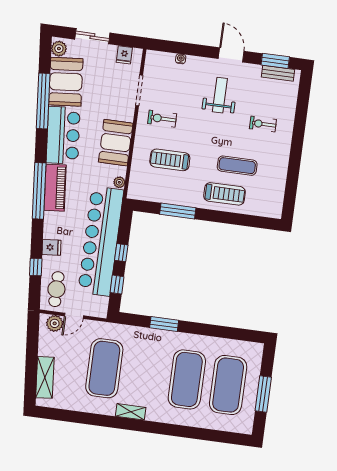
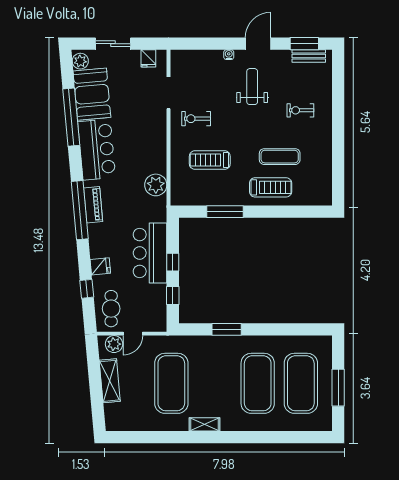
door: (231, 55) -> (258, 44), hinge flipped
water cooler: (181, 59) -> (229, 55), moved
booth: (116, 143) -> (152, 150), removed
plant: (119, 182) -> (156, 185), width x1.88, depth x1.88
piano: (55, 188) -> (93, 205), width x0.73, depth x0.75
bar counter: (101, 241) -> (150, 253), width x0.54
shelving: (45, 377) -> (110, 381), moved

